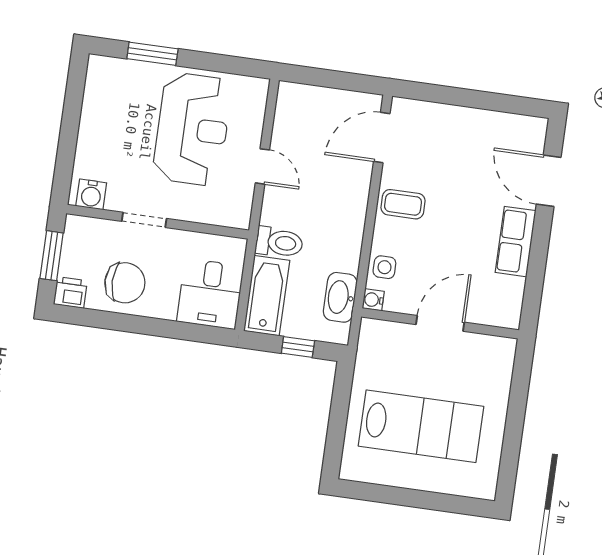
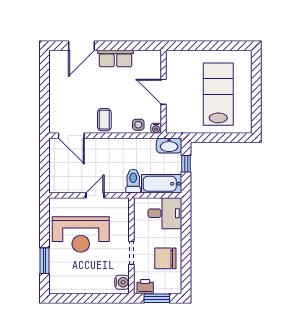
reception desk: (192, 129) -> (81, 235), turned 180
chair: (125, 283) -> (165, 258), turned -90
printer: (70, 293) -> (145, 287), moved, turned 90
washbasin: (340, 297) -> (169, 145), moved

